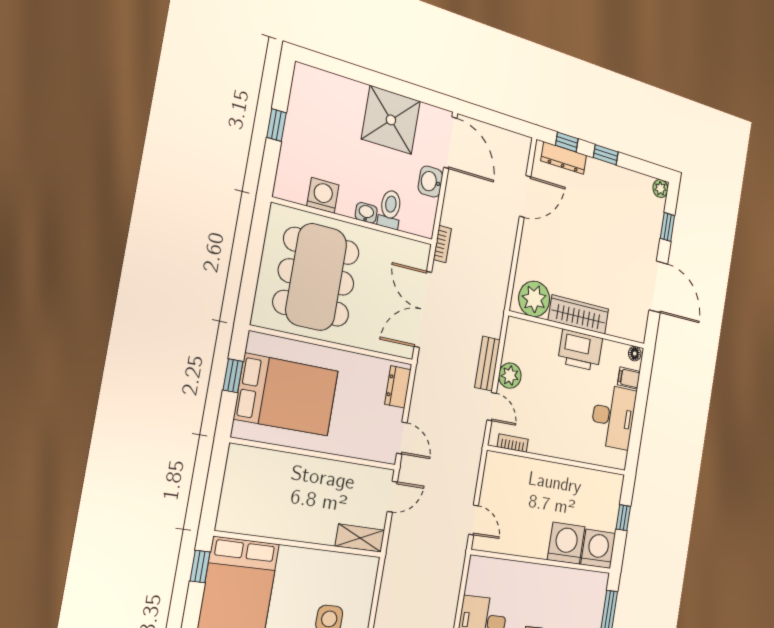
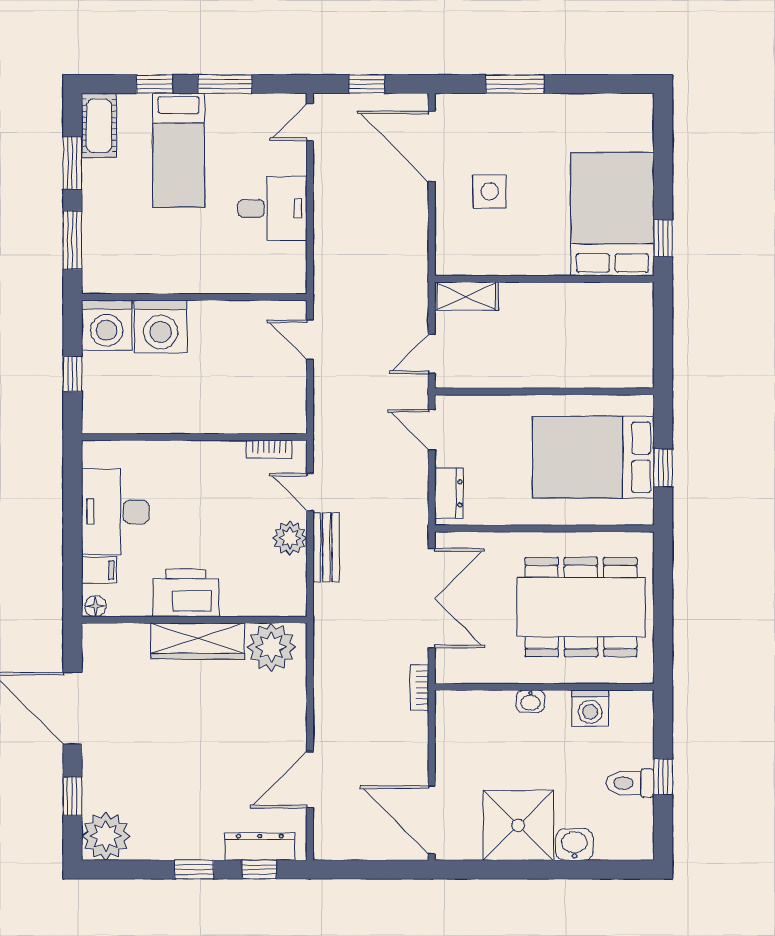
washbasin: (430, 182) -> (574, 845), moved, turned -90
plant: (660, 188) -> (106, 836), width x1.88, depth x1.88
toilet: (390, 209) -> (630, 783), moved, turned 90
dining table: (316, 277) -> (581, 607), turned 90

